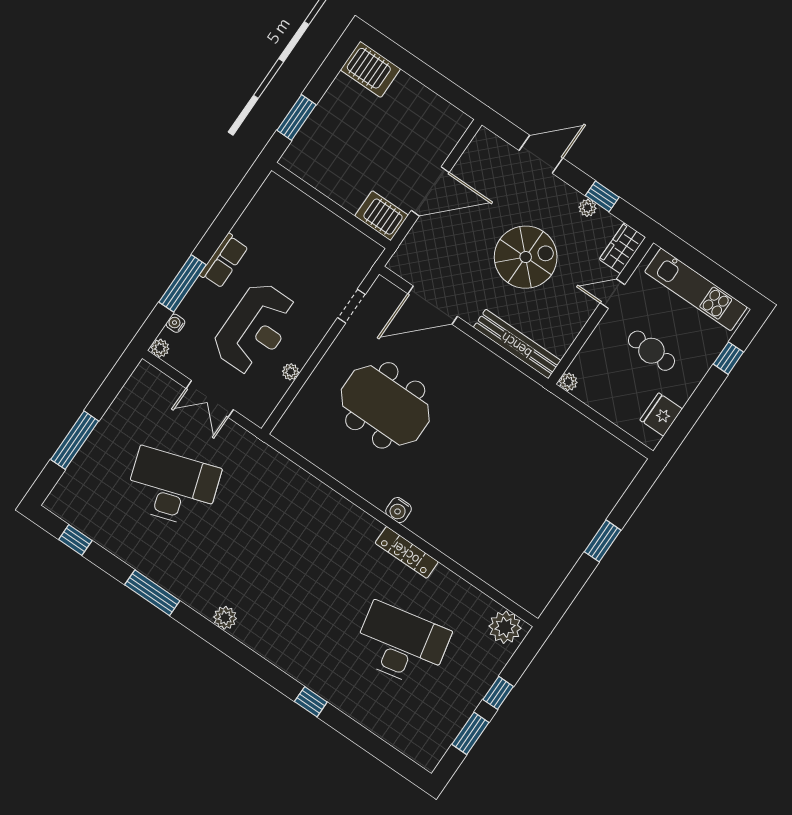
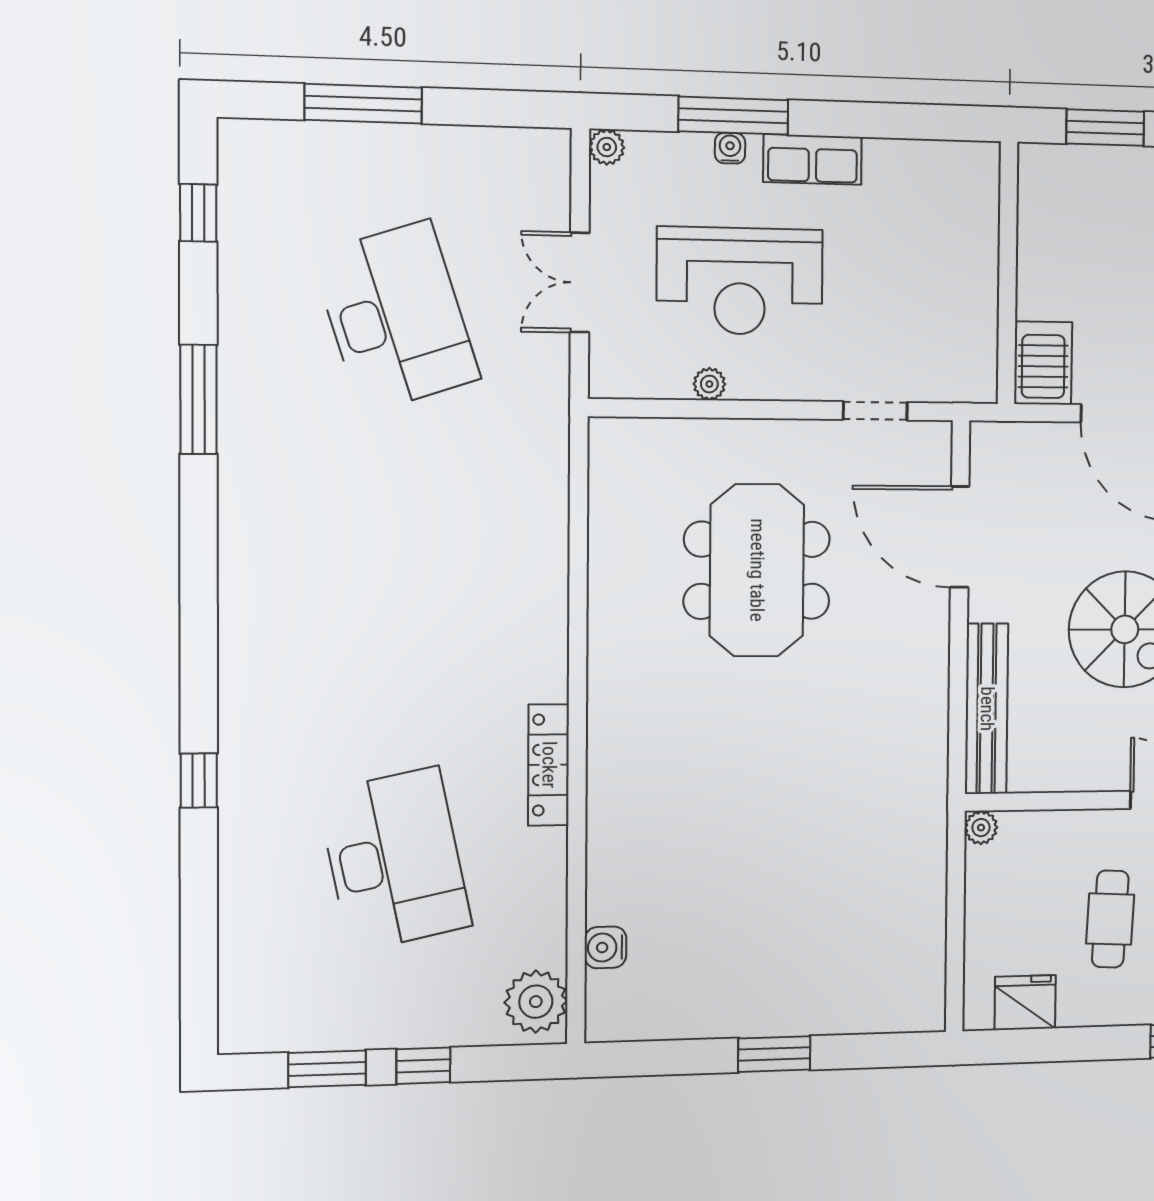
water cooler: (176, 323) -> (730, 148), moved
water cooler: (399, 510) -> (605, 947), moved
plant: (225, 618) -> (240, 547), removed

